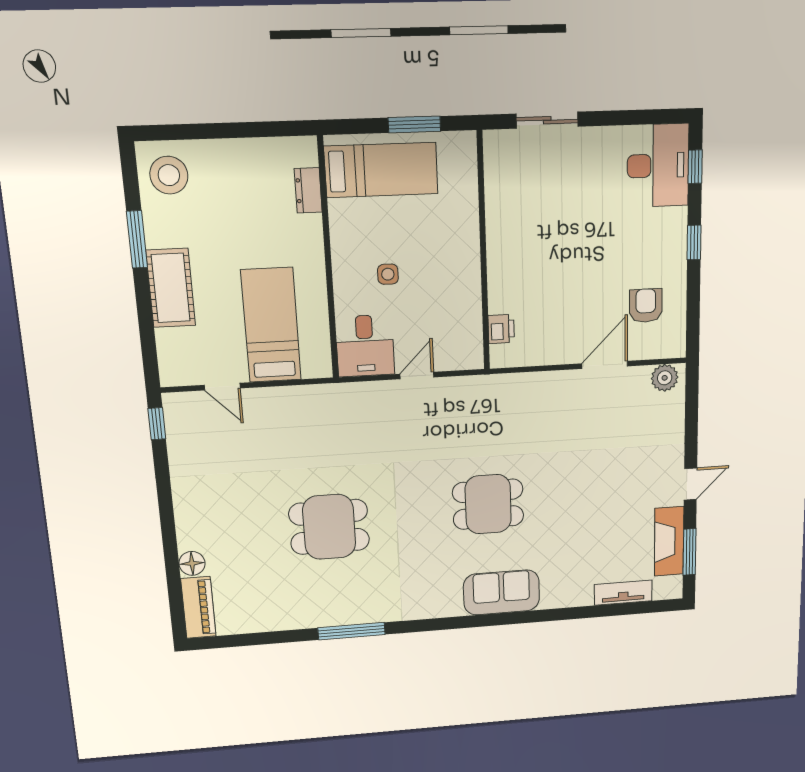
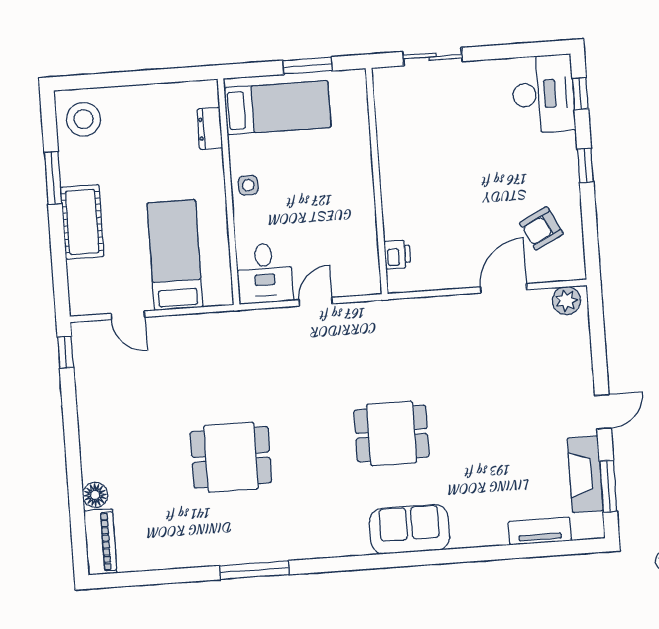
side table: (388, 274) -> (248, 185), moved
armchair: (646, 306) -> (541, 228), turned -117

